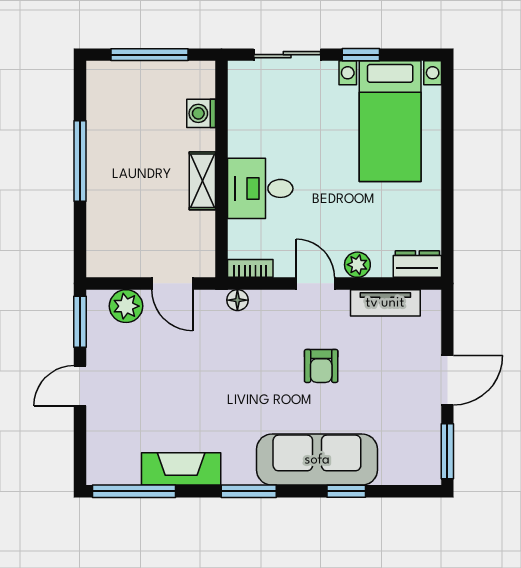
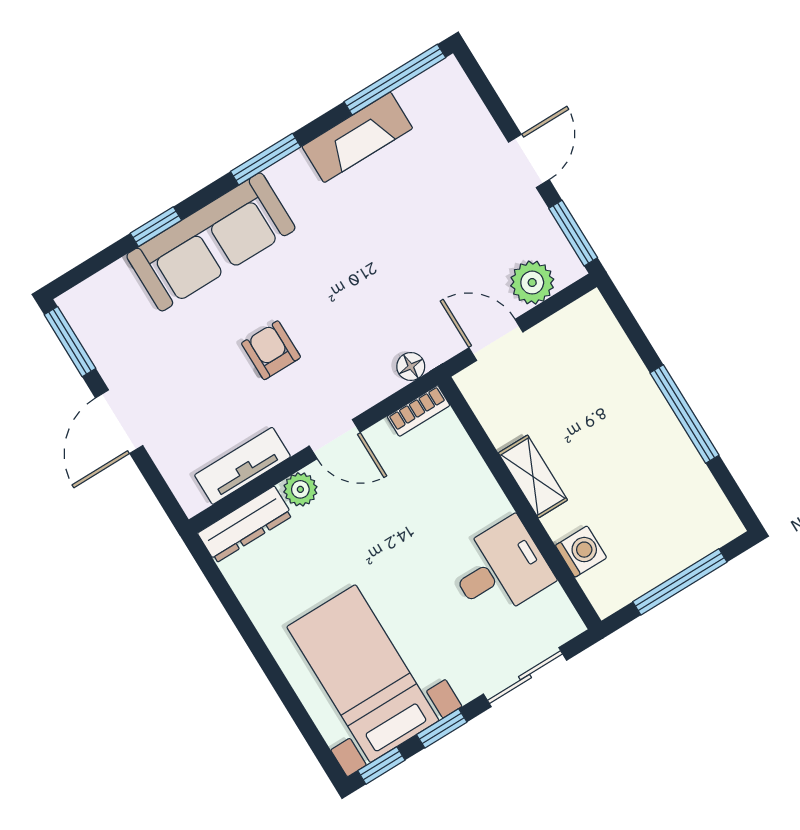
window: (415, 55) -> (381, 765), added
desk: (260, 188) -> (500, 569), moved
dresser: (417, 264) -> (245, 524), width x1.44

